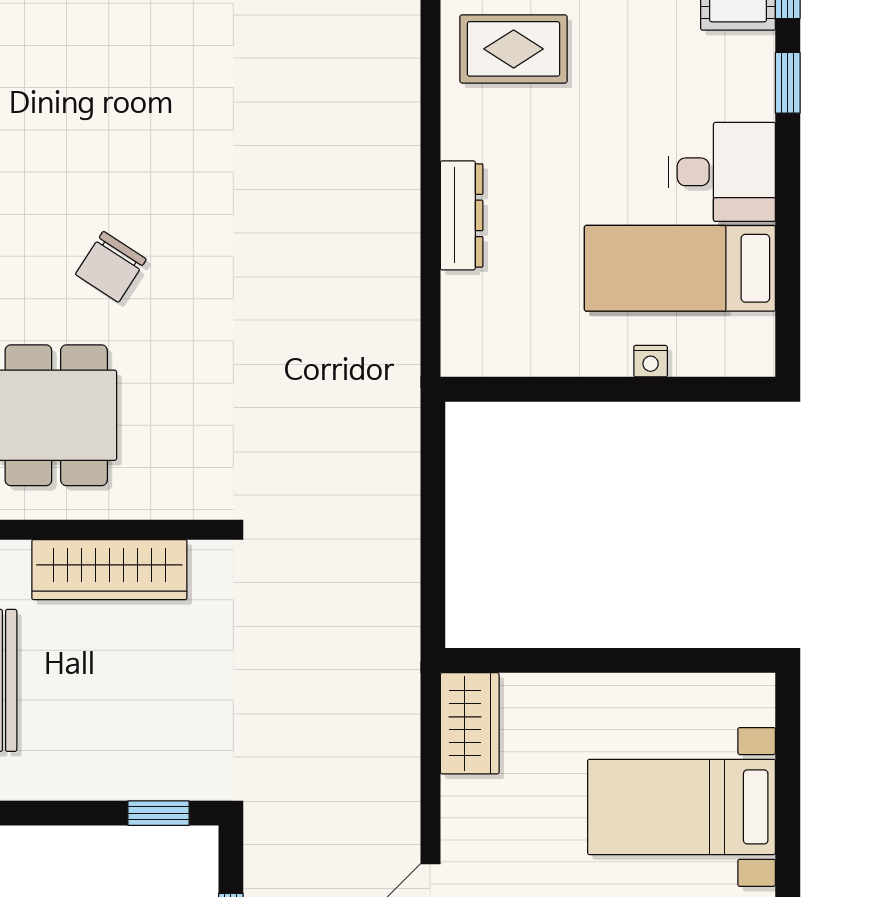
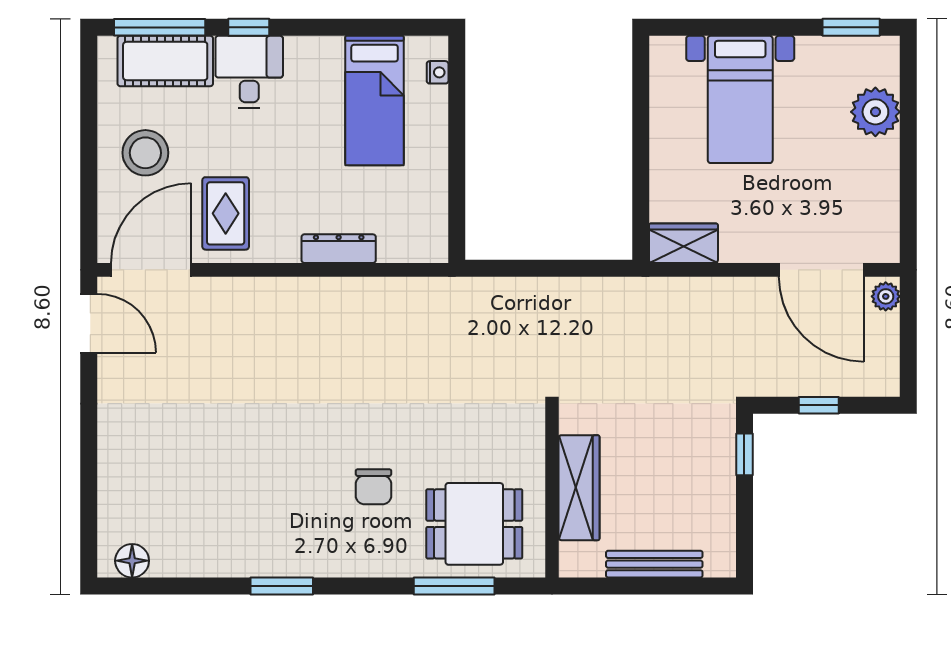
desk: (722, 172) -> (249, 72), moved
chair: (111, 267) -> (373, 487), turned 57
nightstand: (651, 361) -> (438, 72), moved

